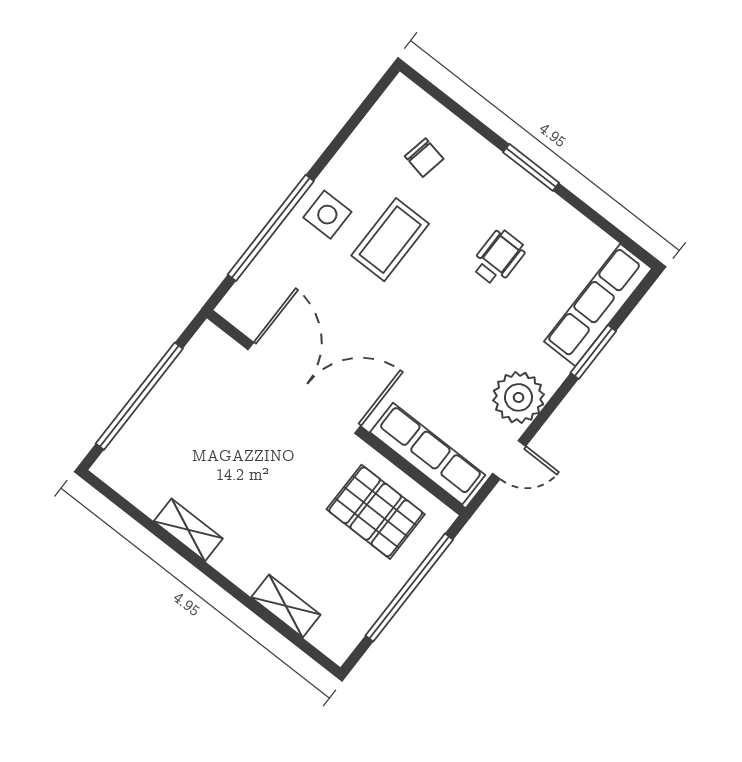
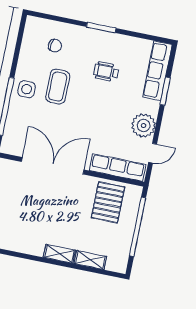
wheelchair: (498, 257) -> (106, 72), turned -90
pallet: (376, 512) -> (108, 202), turned 90
shelving: (188, 530) -> (59, 254), moved

